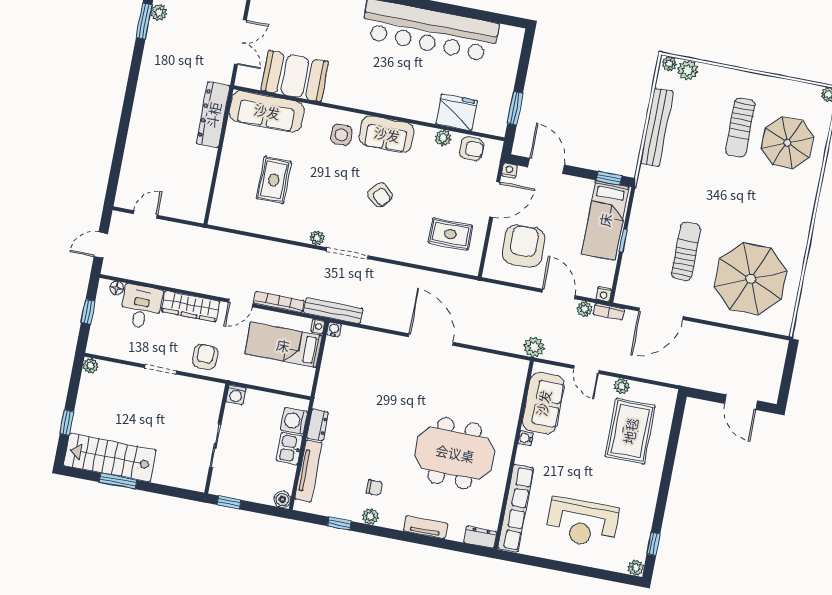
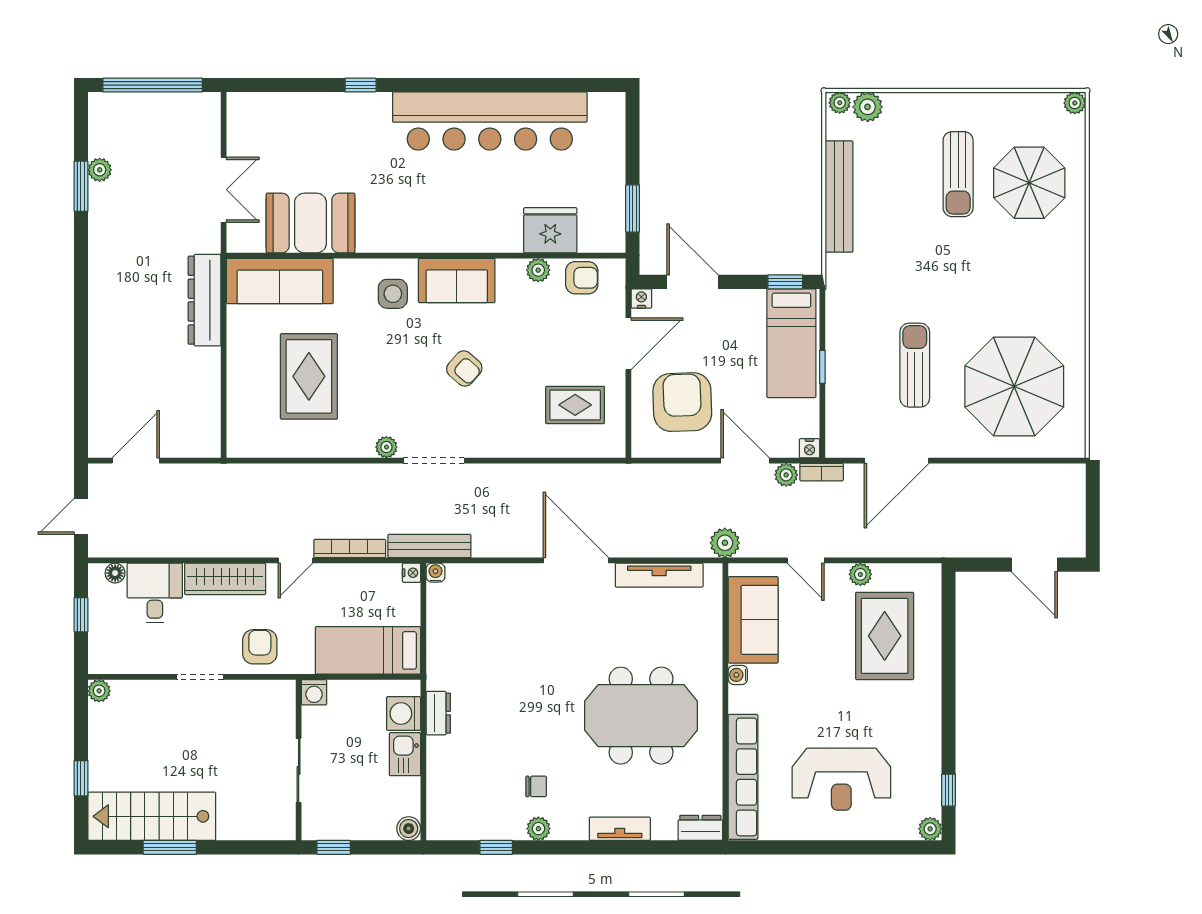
rug: (274, 180) -> (309, 376), width x1.36, depth x1.43
door: (145, 214) -> (136, 461), width x1.38
bed: (283, 345) -> (368, 650), moved
tv unit: (308, 471) -> (659, 575), moved, turned 90

